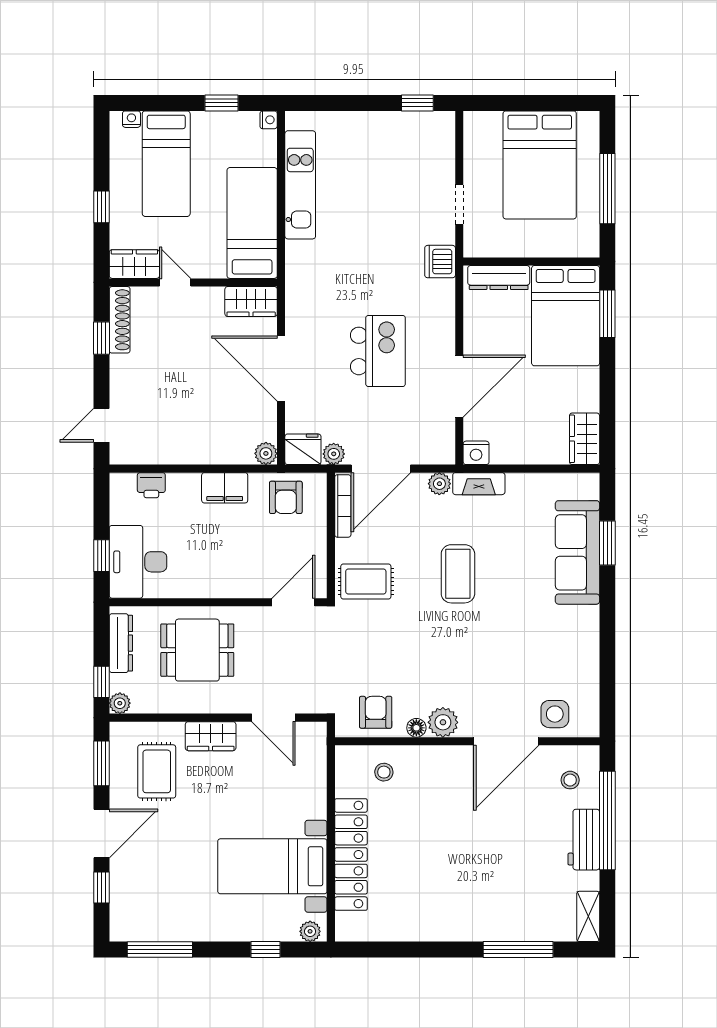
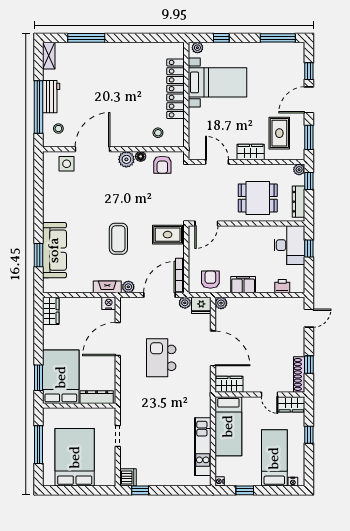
dishwasher: (440, 262) -> (128, 477), moved

